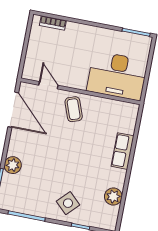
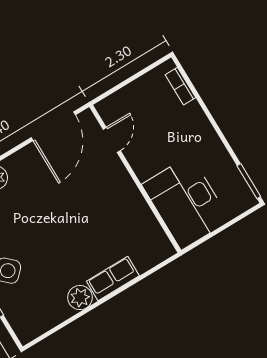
coffee table: (74, 109) -> (110, 188), removed
plant: (113, 197) -> (80, 298), moved

